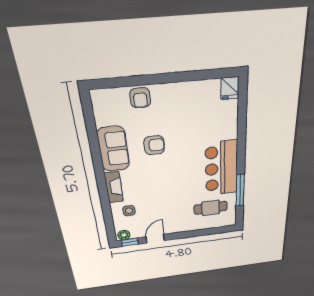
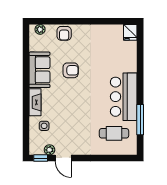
plant: (106, 95) -> (40, 29), added
plant: (124, 235) -> (50, 150), moved
door: (155, 239) -> (63, 158), swing flipped

